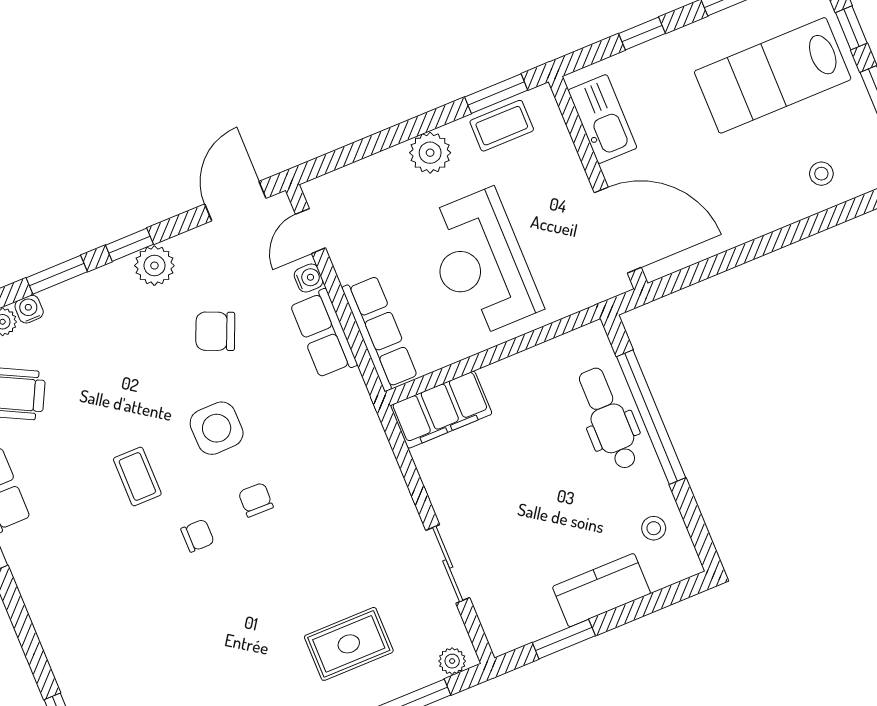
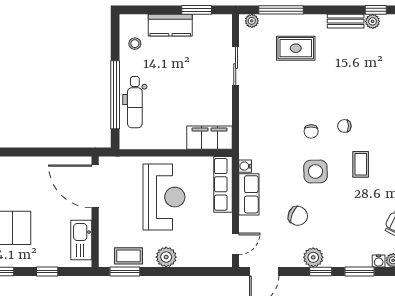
water cooler: (309, 278) -> (245, 166), moved

